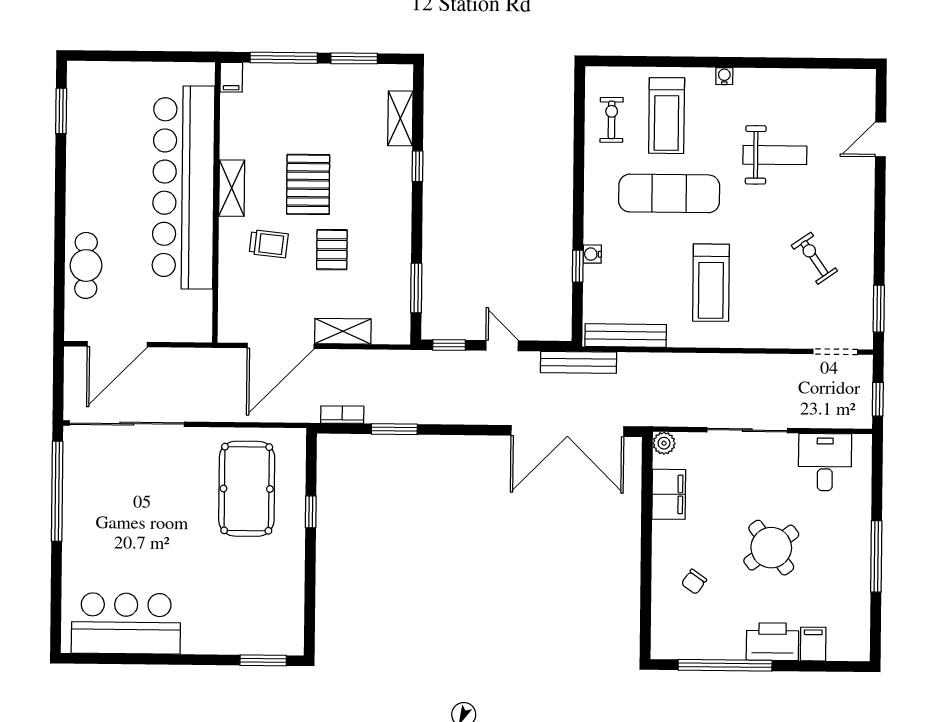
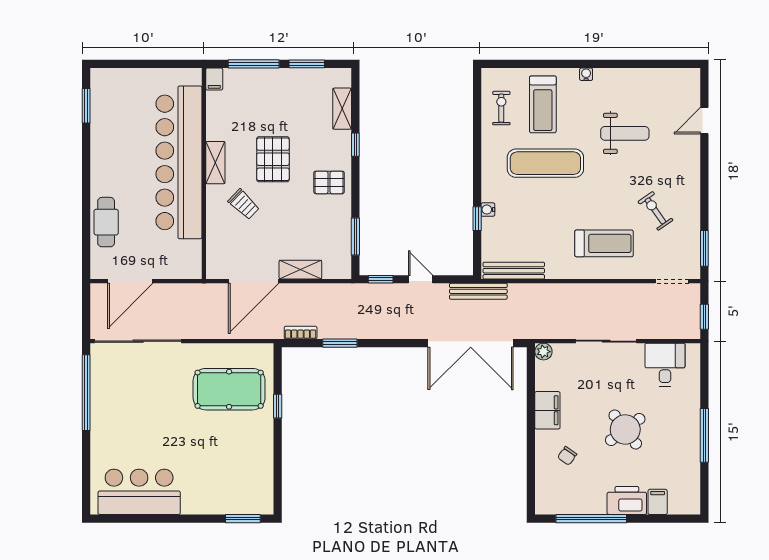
trolley: (269, 244) -> (244, 204), turned 38
pallet: (332, 250) -> (329, 182), moved, turned 90
treadmill: (711, 283) -> (604, 243), moved, turned -90
pool table: (247, 489) -> (229, 389), turned 90
filing cabinet: (669, 494) -> (547, 410), moved

